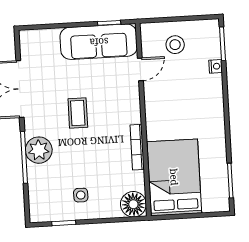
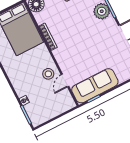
stool: (175, 45) -> (48, 74), moved
coffee table: (78, 113) -> (89, 41), removed

